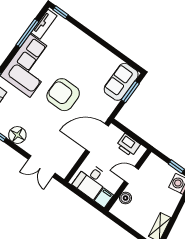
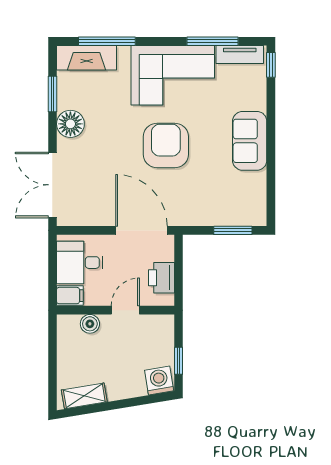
sofa: (121, 82) -> (250, 141), moved, turned -90
double door: (42, 166) -> (52, 185), width x1.37
door: (131, 175) -> (125, 310), hinge flipped

